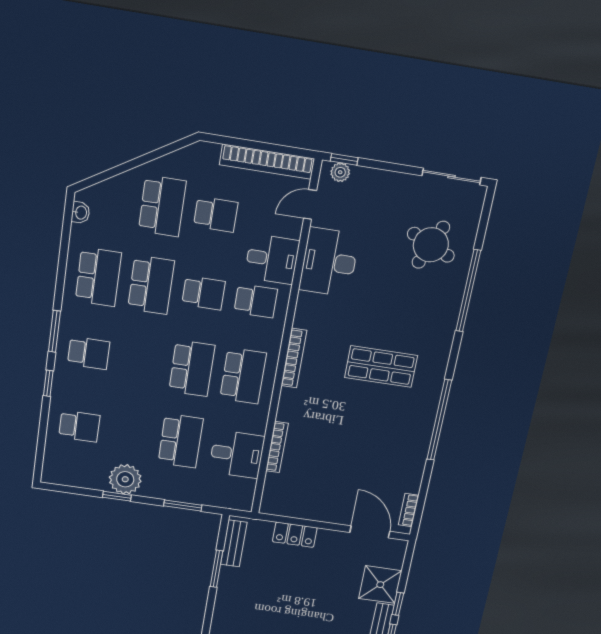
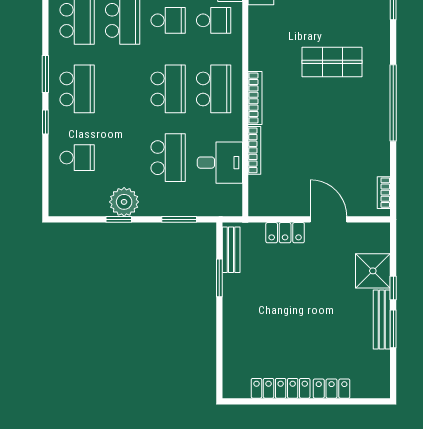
school desk: (89, 353) -> (77, 89), width x1.85
bookcase: (294, 358) -> (255, 98), moved
door: (370, 532) -> (329, 219), moved

